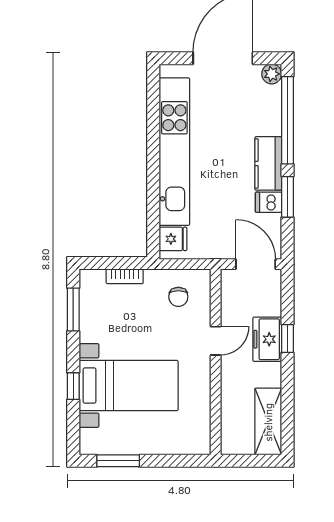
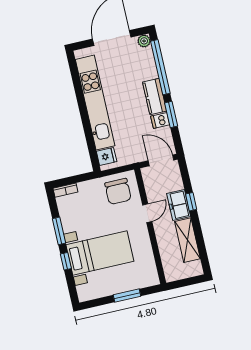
bookcase: (125, 276) -> (65, 190), moved
chair: (178, 297) -> (118, 191), width x1.87, depth x1.87
window: (73, 309) -> (59, 231), moved
shelving: (268, 422) -> (187, 240), moved
window: (118, 461) -> (127, 296), moved

